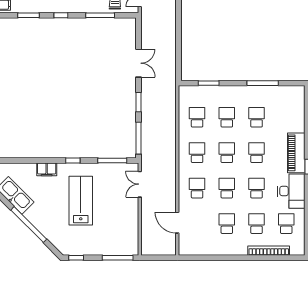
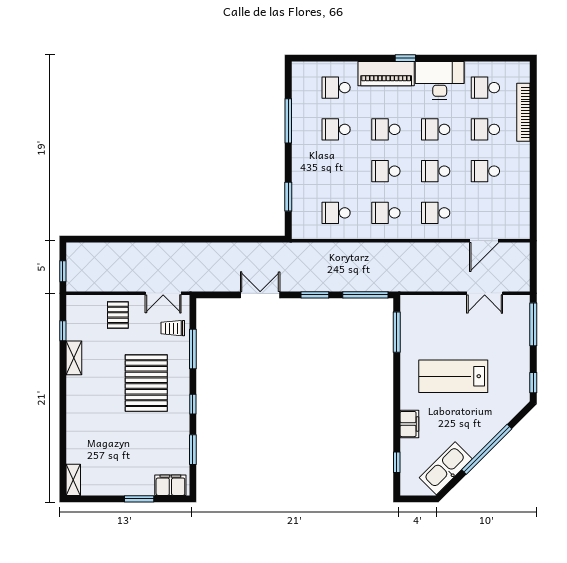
school desk: (227, 117) -> (336, 88), moved
window: (73, 160) -> (397, 462), moved
double door: (140, 184) -> (485, 293), moved

